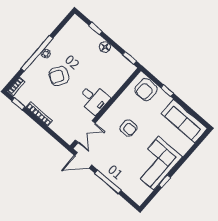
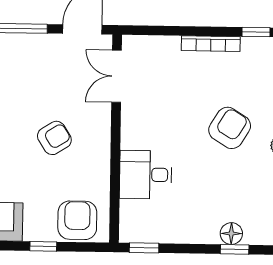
floor lamp: (105, 47) -> (231, 234), moved
desk: (94, 99) -> (146, 175), moved
armchair: (128, 128) -> (54, 138), turned 148

